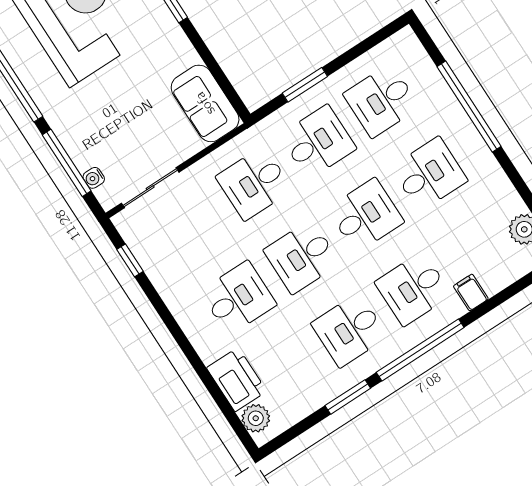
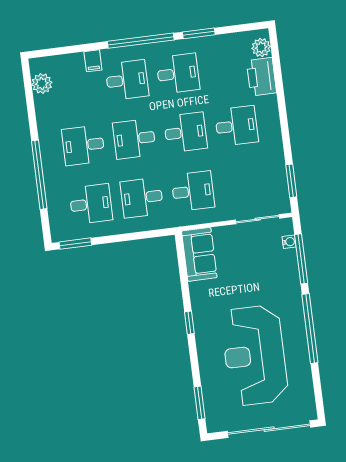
window: (305, 85) -> (75, 244), moved
window: (130, 260) -> (291, 181), width x1.50
desk: (238, 298) -> (236, 126), turned 180

